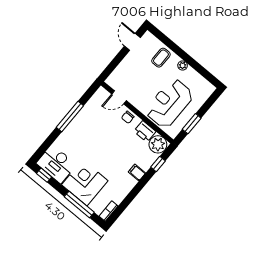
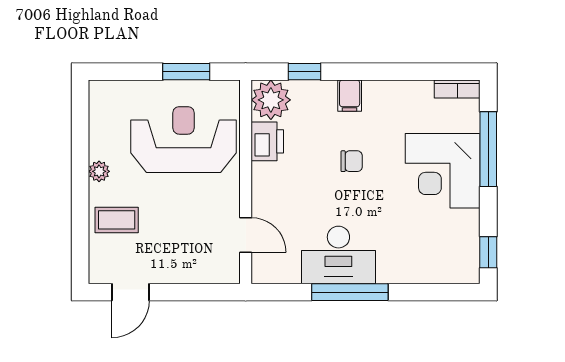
reception desk: (169, 103) -> (183, 140), turned 180
chair: (128, 117) -> (352, 161), moved
desk: (56, 164) -> (338, 255), moved, turned 90

